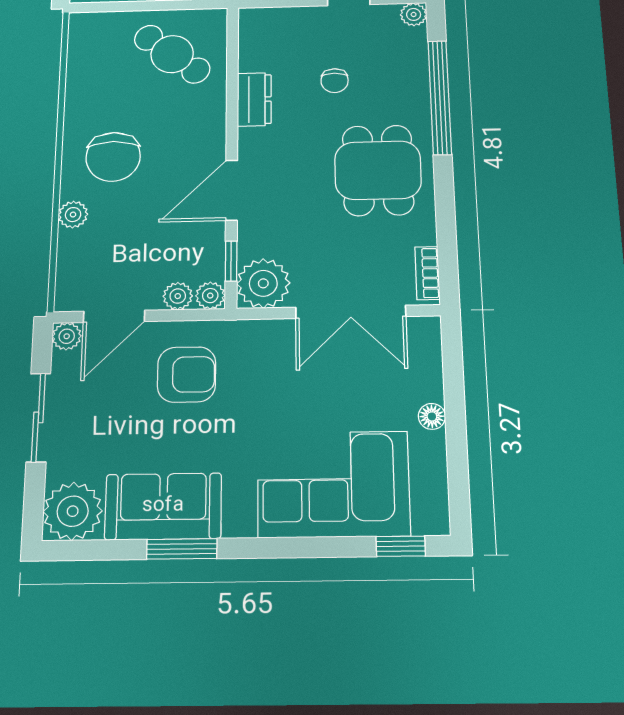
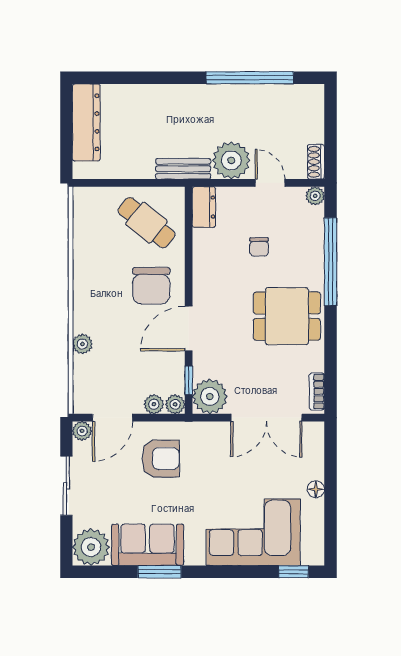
dresser: (254, 99) -> (204, 207), moved
chair: (113, 157) -> (151, 286), moved
dining table: (378, 170) -> (287, 316), turned 90

